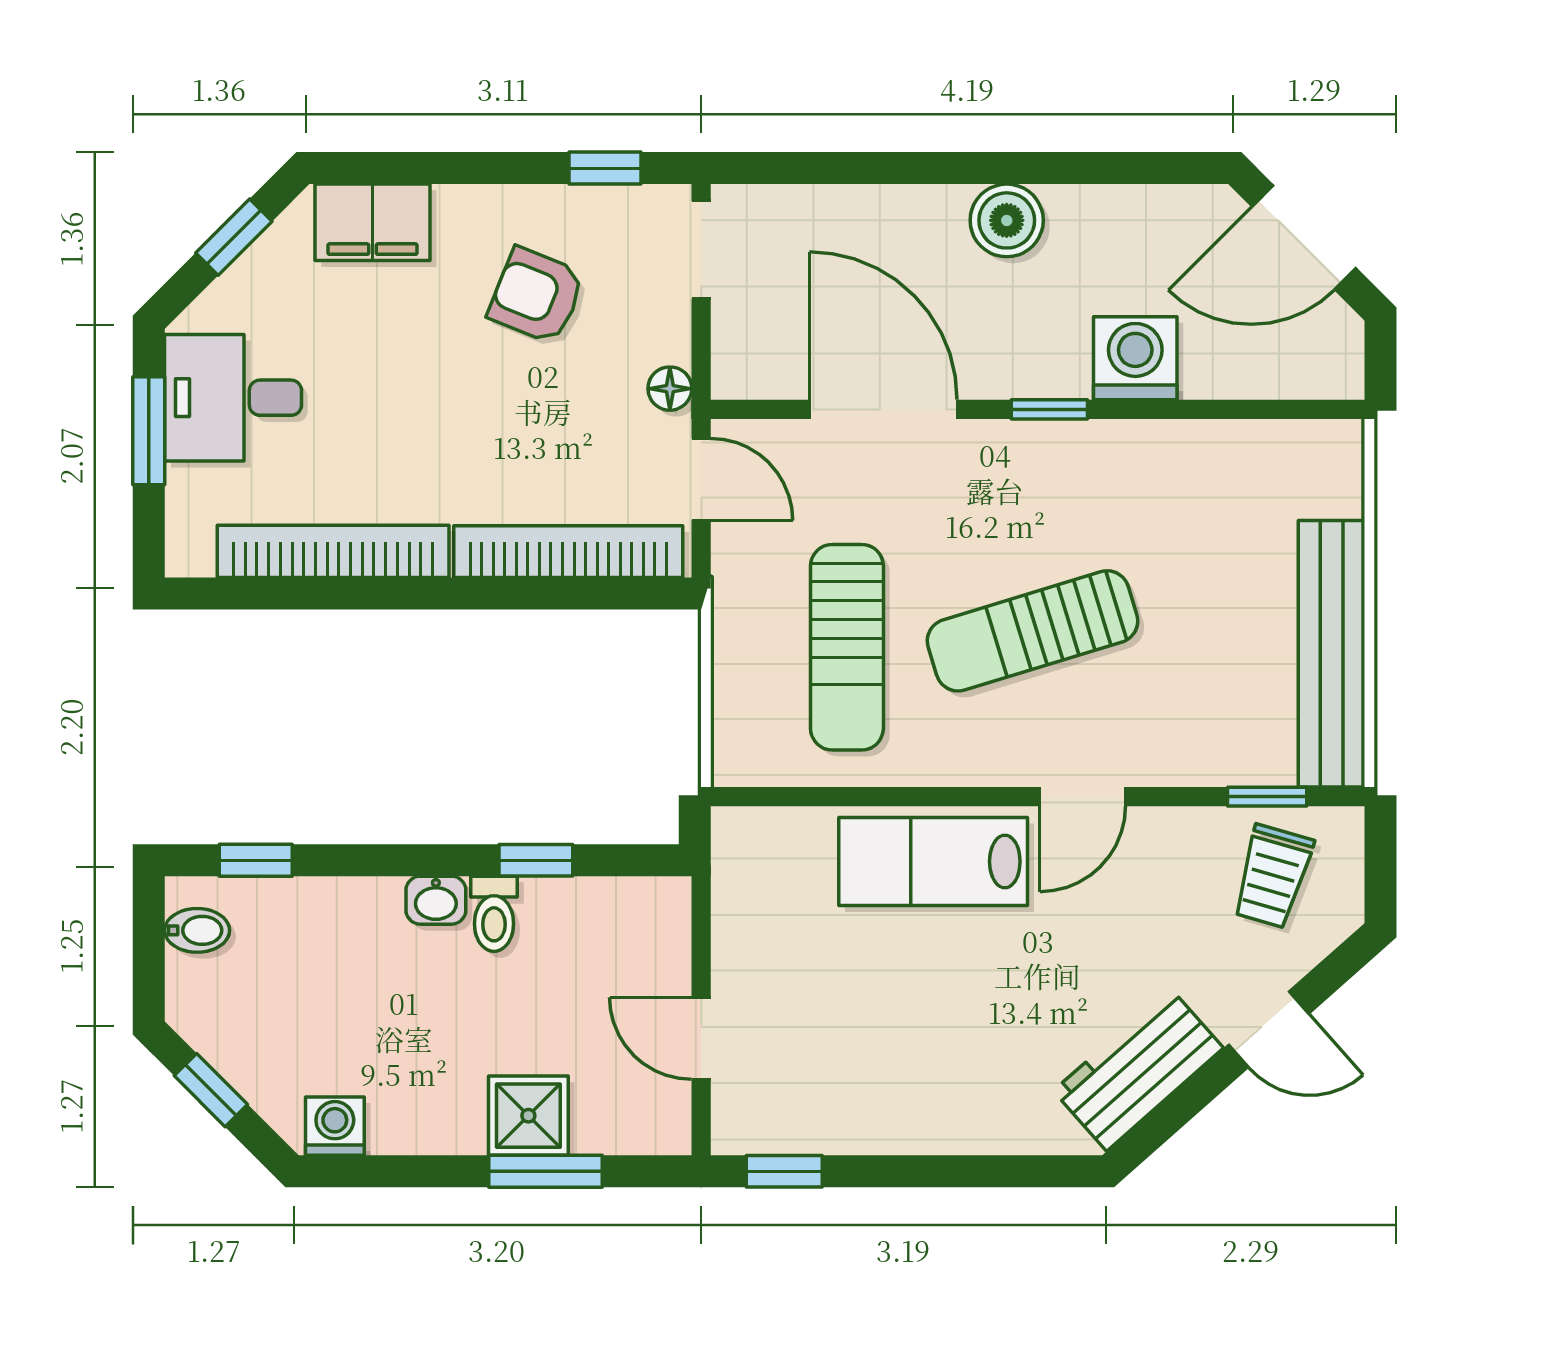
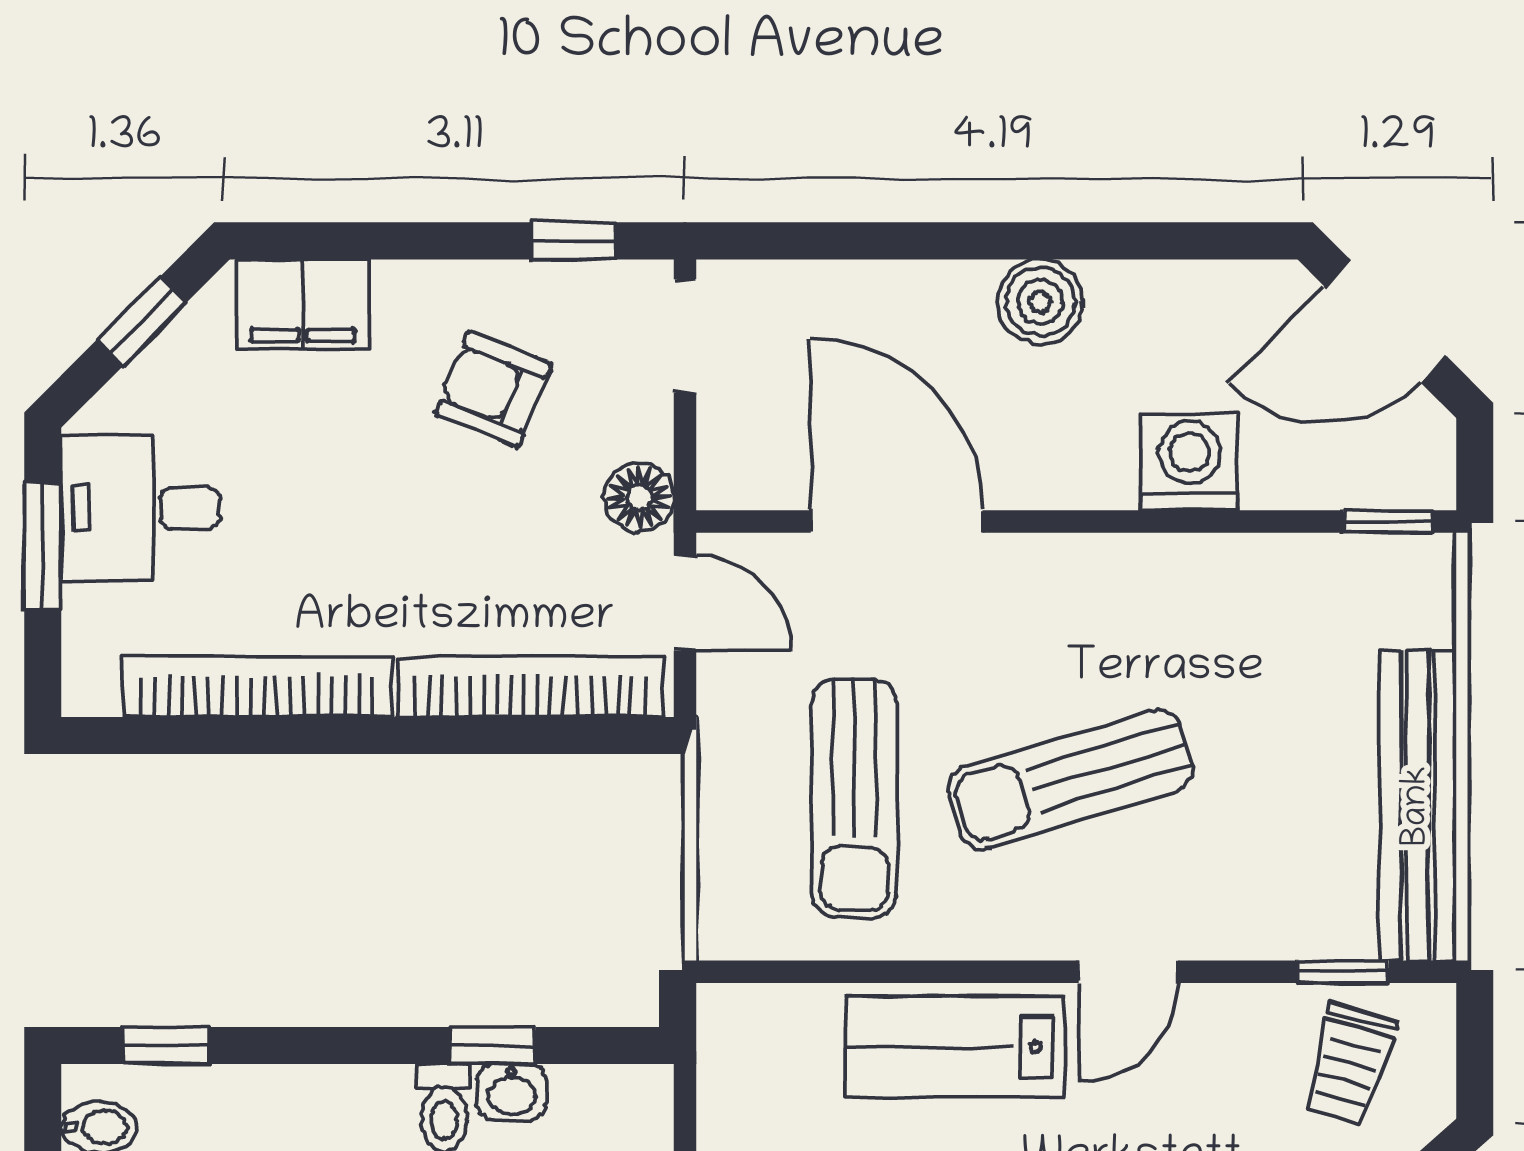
floor lamp: (670, 389) -> (639, 497), width x1.37, depth x1.37
window: (1049, 409) -> (1388, 521), moved
washbasin: (436, 900) -> (512, 1092), moved

